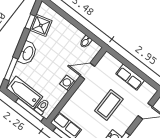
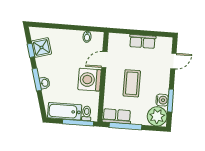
washbasin: (28, 53) -> (45, 83), width x0.52, depth x0.69
window: (11, 69) -> (37, 80), moved
washing machine: (68, 83) -> (89, 80), width x1.89, depth x1.89
coffee table: (109, 105) -> (132, 83), moved

